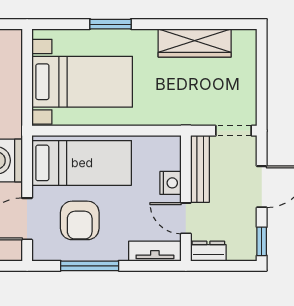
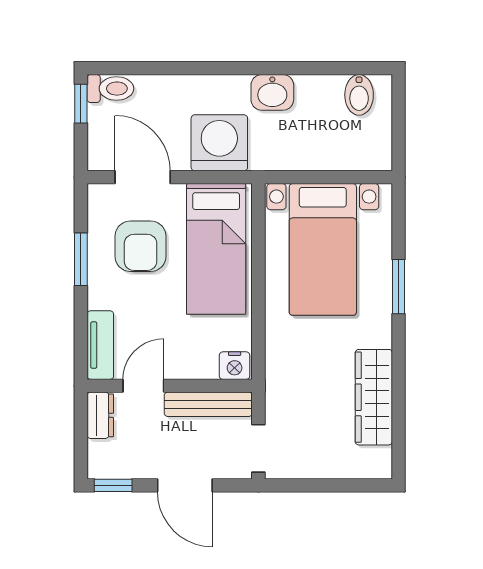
nightstand: (171, 183) -> (235, 366), moved
armchair: (80, 220) -> (141, 246), turned -90
window: (90, 266) -> (81, 259), width x0.69

